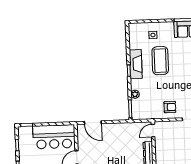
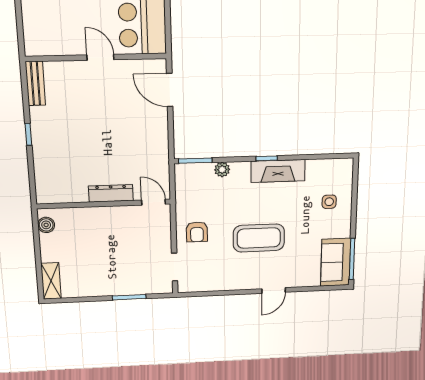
coffee table: (160, 61) -> (259, 238), moved
door: (93, 123) -> (170, 90), hinge flipped

